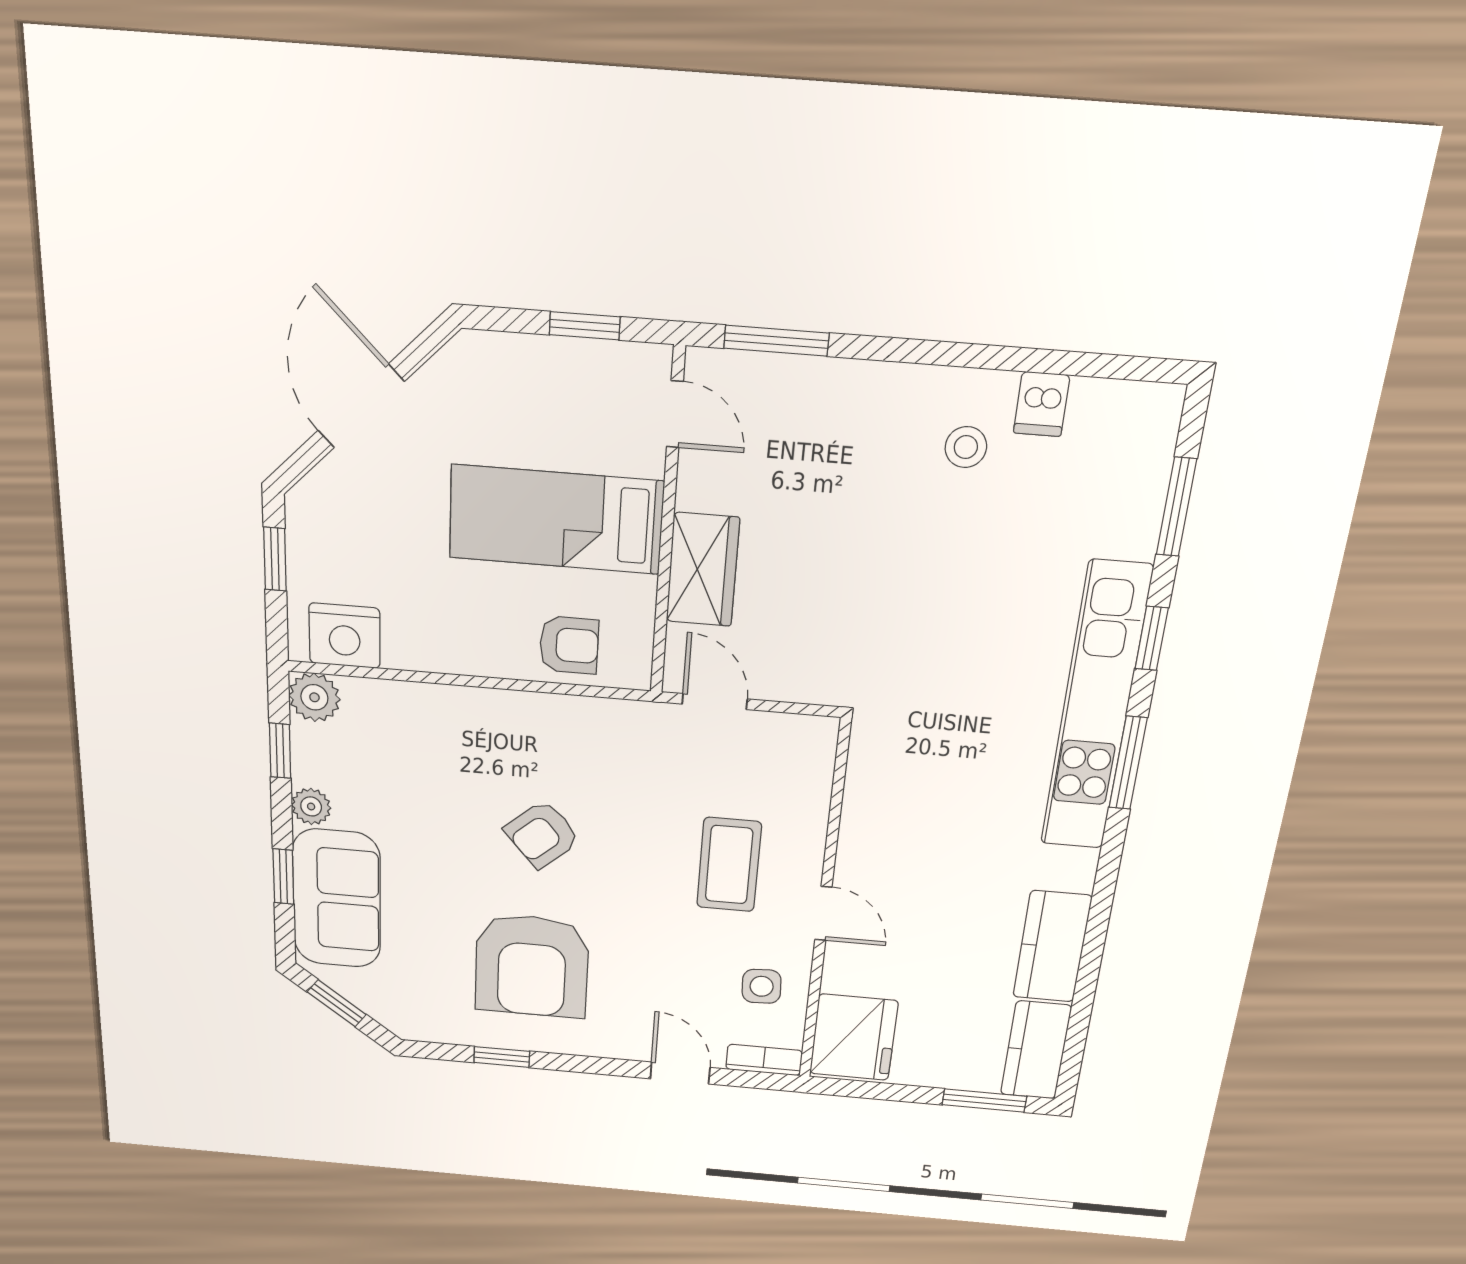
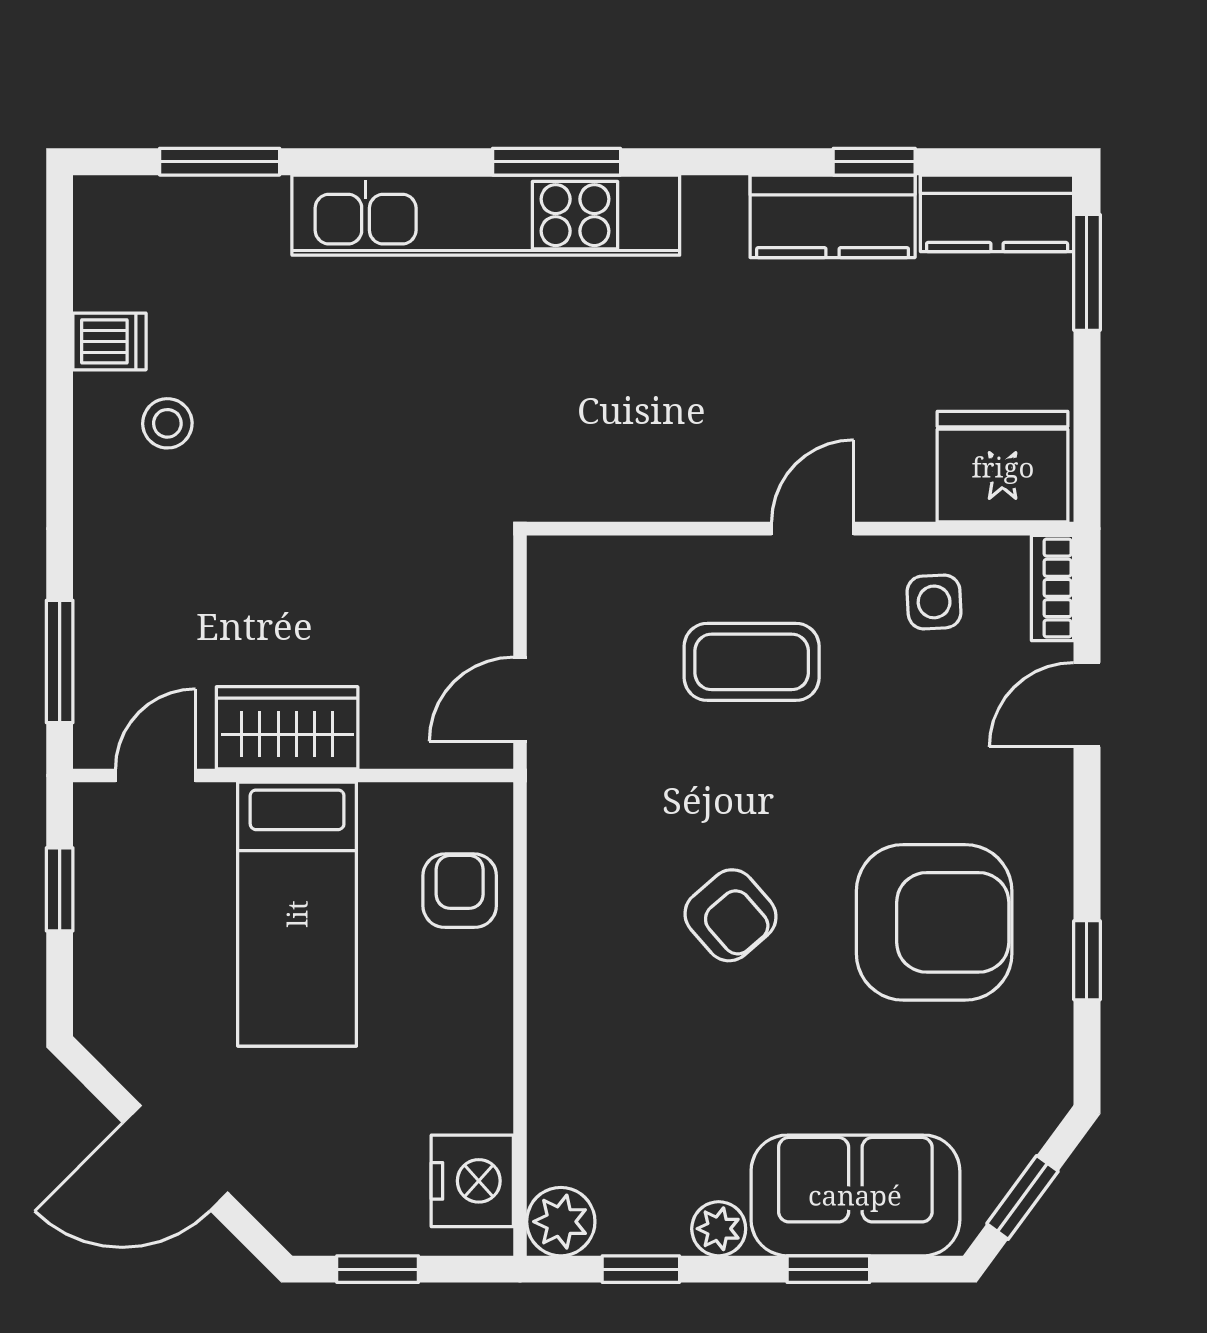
wardrobe: (703, 570) -> (287, 728), moved
window: (1152, 638) -> (874, 162), moved

